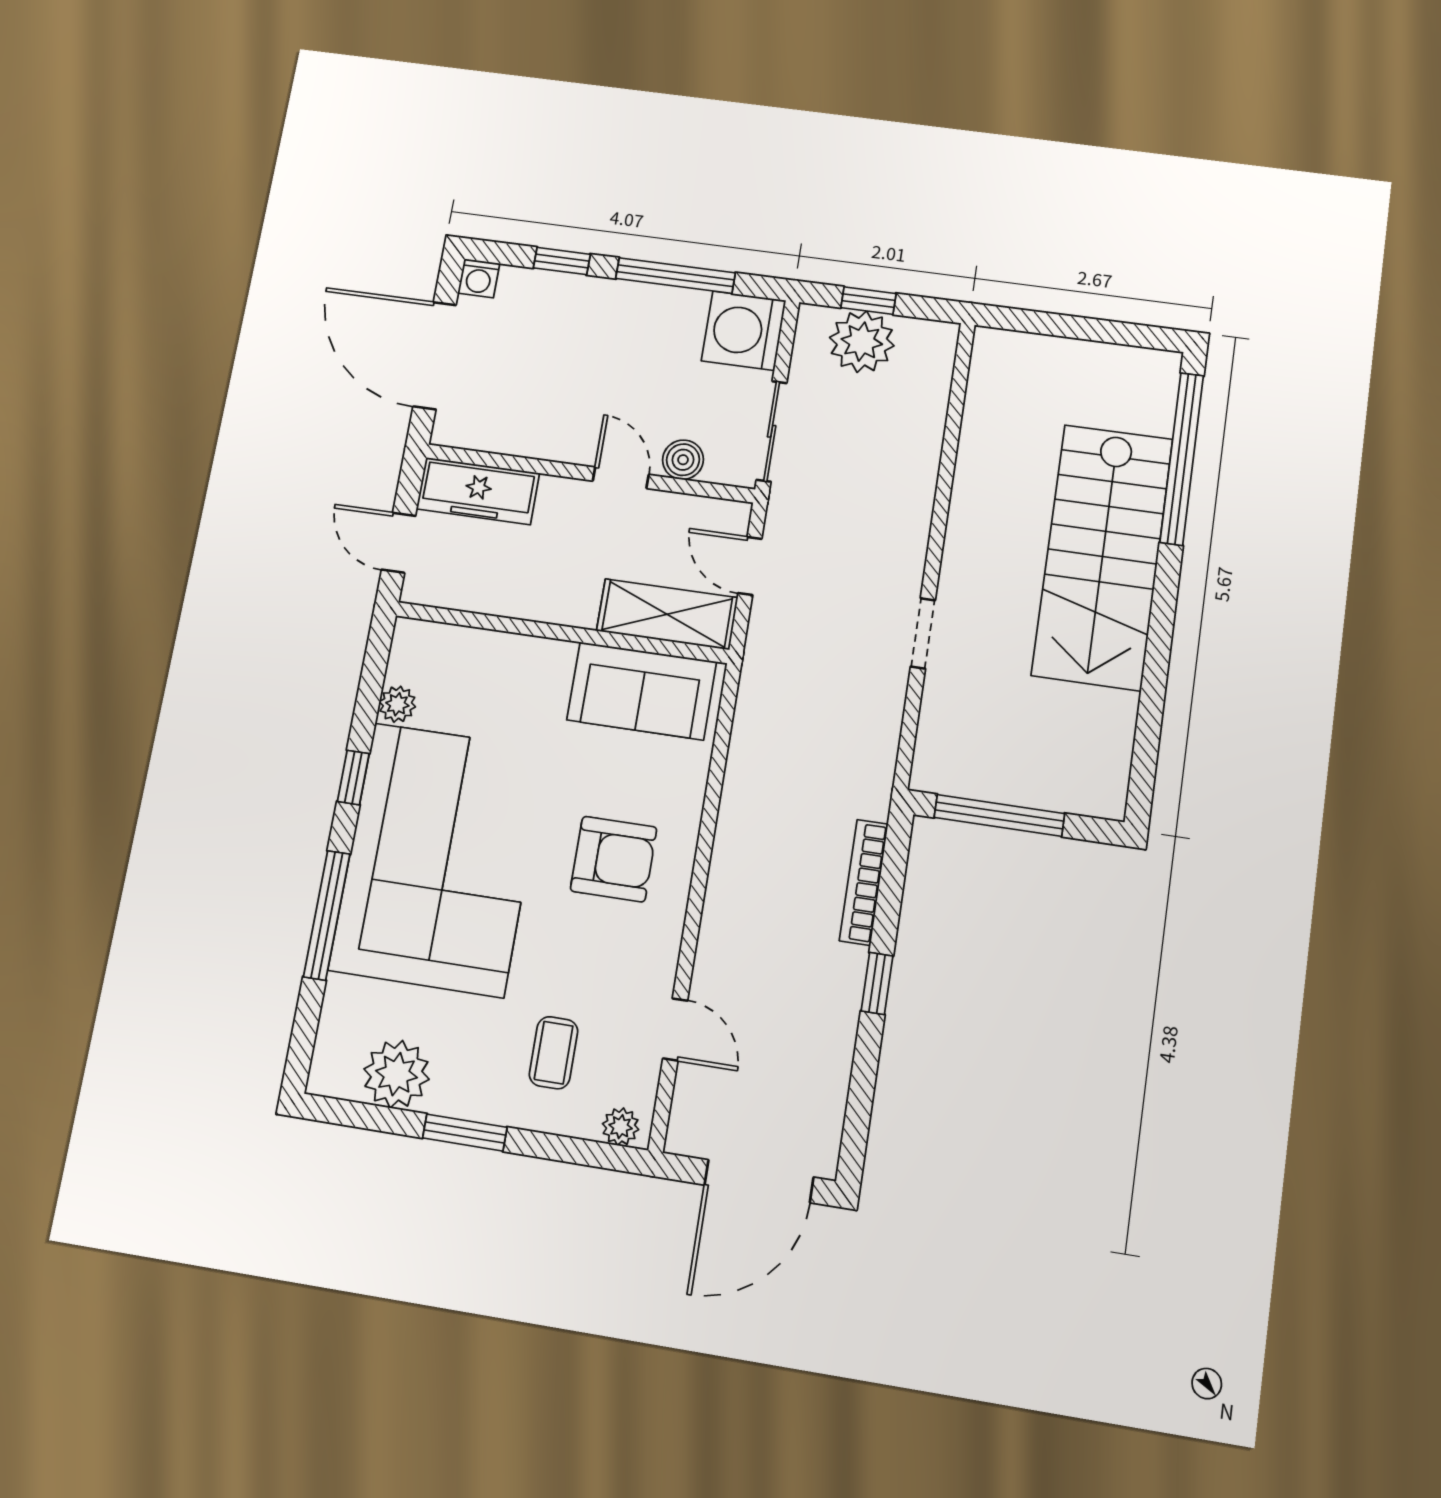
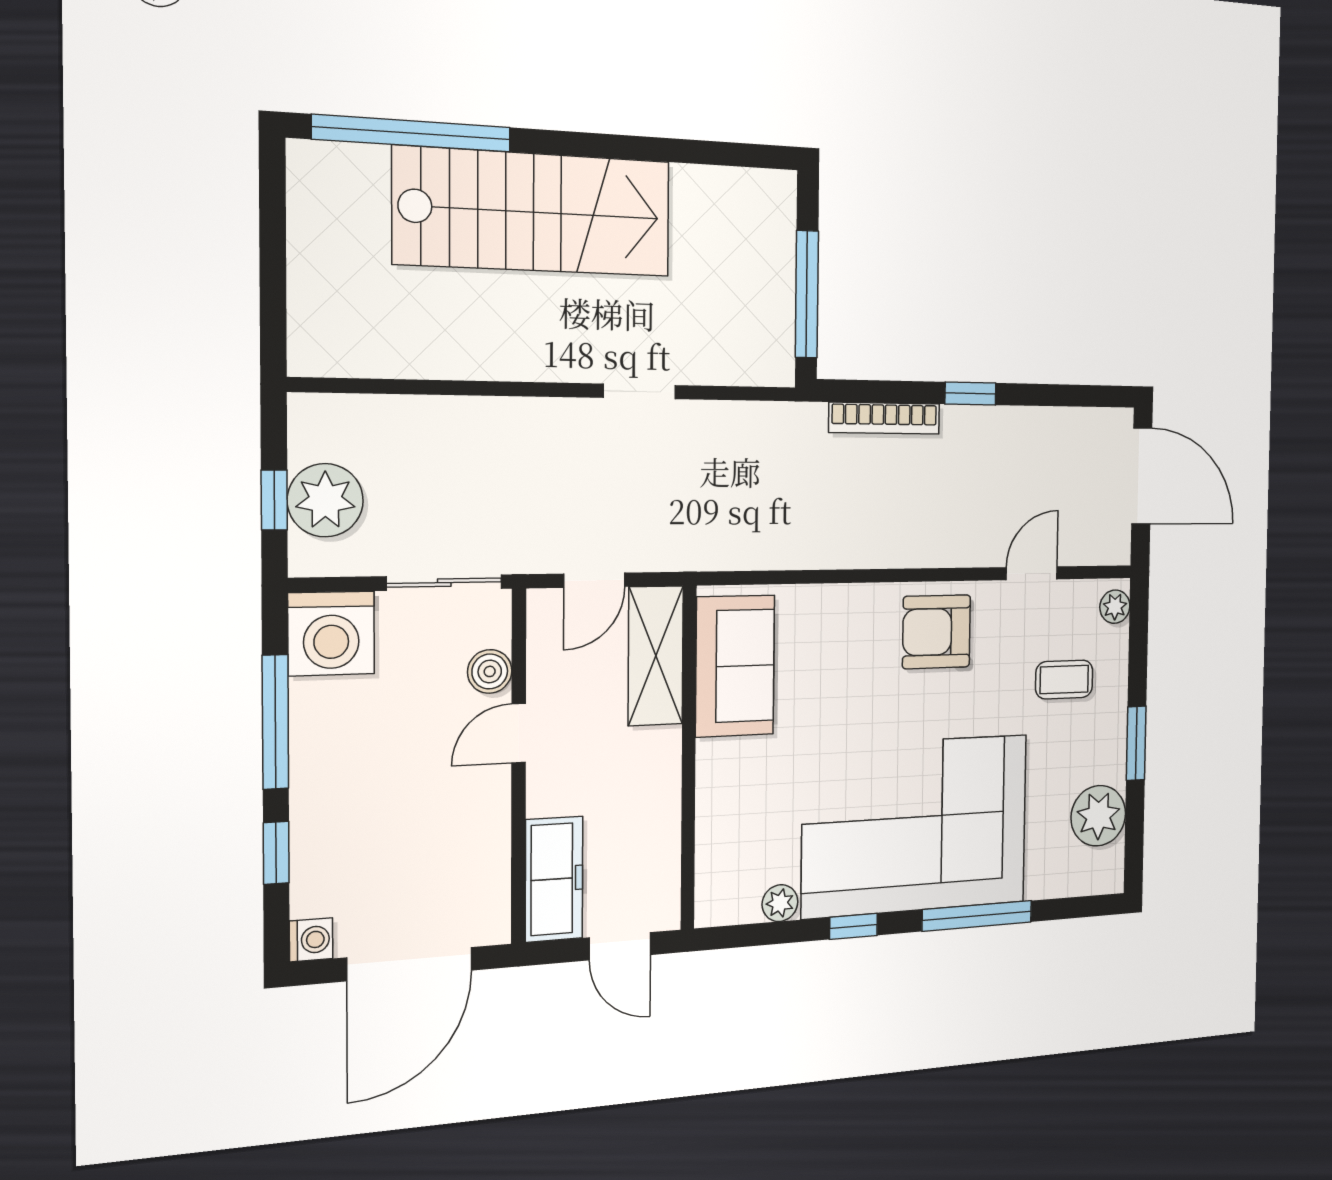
door: (399, 543) -> (620, 946), hinge flipped
armchair: (614, 859) -> (937, 632), moved, turned -90

